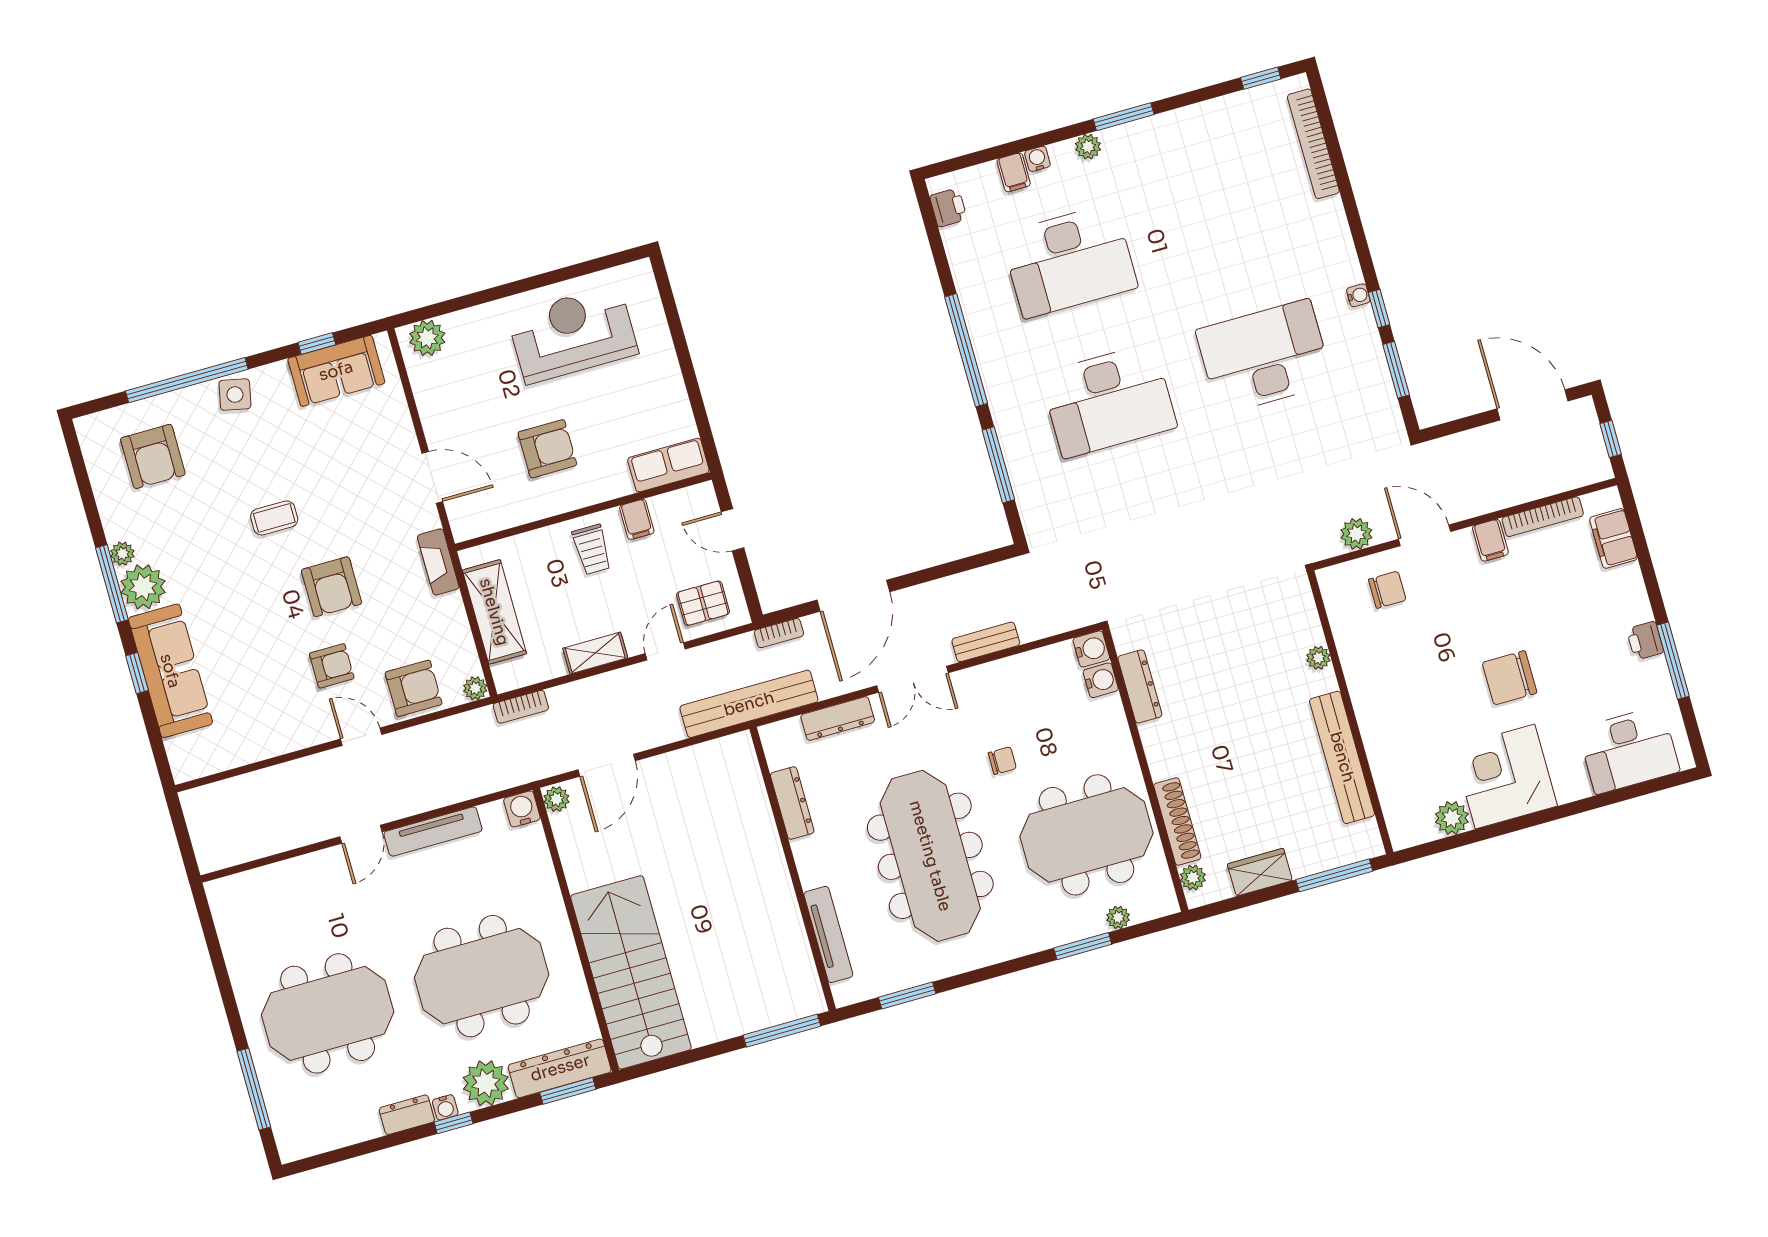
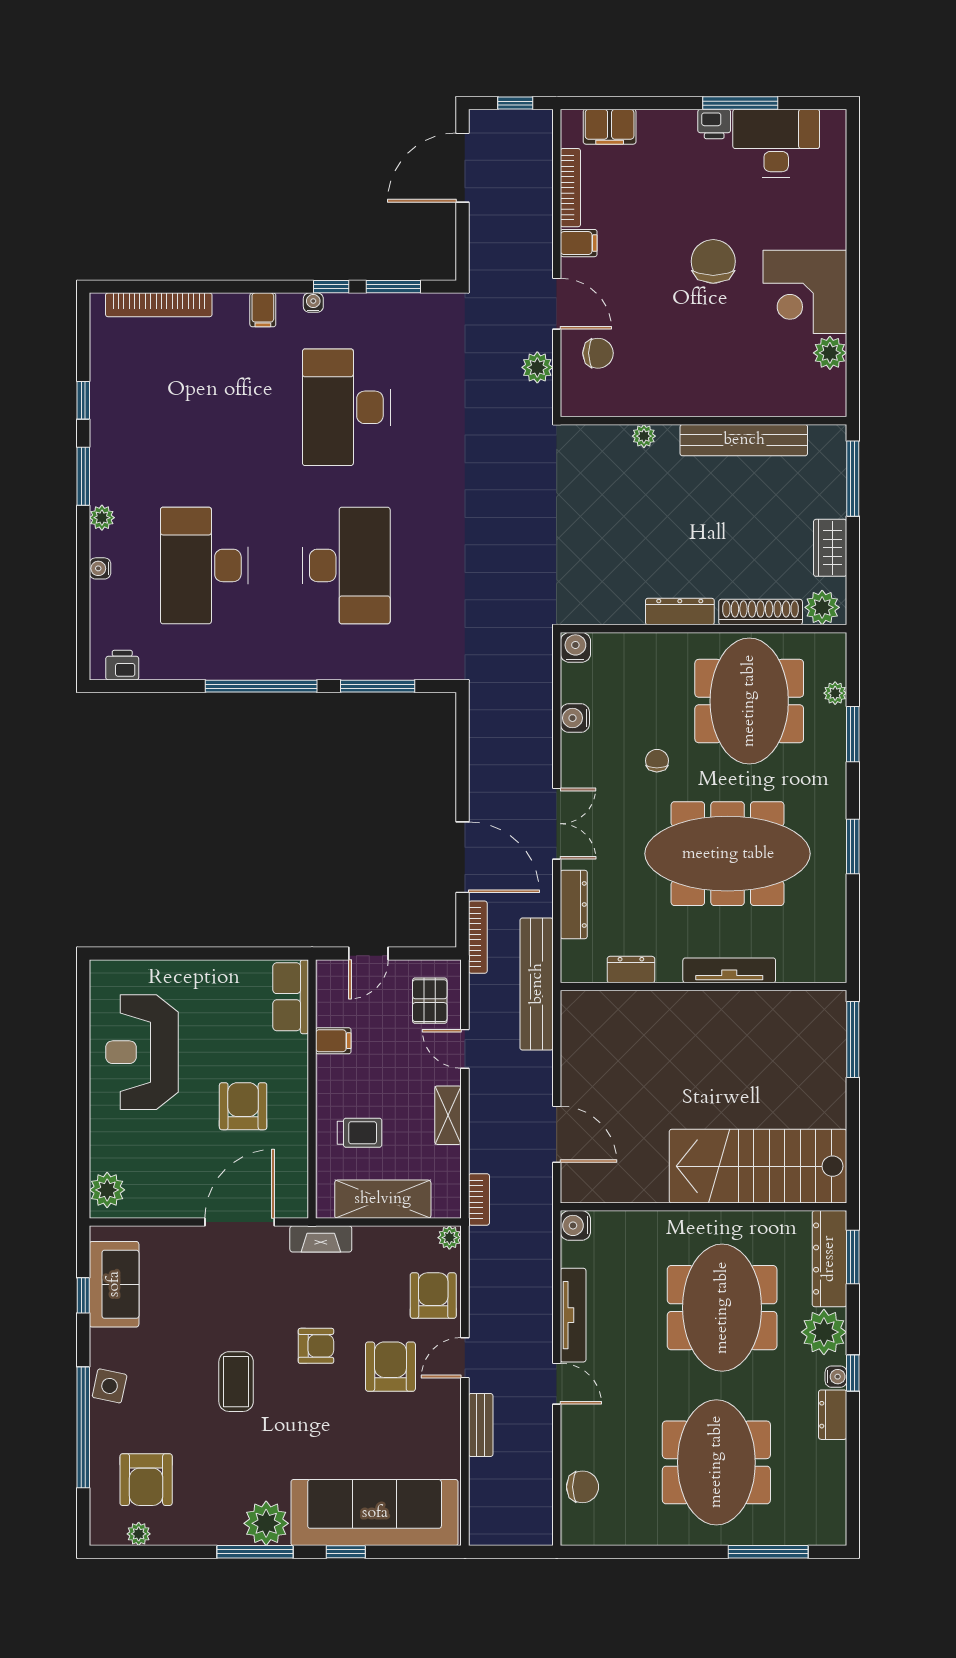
window: (1261, 78) -> (83, 400), moved
filing cabinet: (1014, 172) -> (263, 310), moved, turned 90
desk: (1069, 261) -> (204, 565), turned 180
armchair: (153, 456) -> (146, 1480), turned 90
door: (432, 477) -> (240, 1222), width x1.36
coffee table: (274, 518) -> (236, 1382), width x1.36, depth x1.30
door: (1425, 535) -> (557, 304), swing flipped
trolley: (592, 549) -> (360, 1133), moved
plant: (122, 554) -> (139, 1534), moved
armchair: (332, 587) -> (316, 1346), width x0.72, depth x0.72
chair: (1387, 590) -> (598, 353), turned 90
bookcase: (779, 633) -> (478, 937), width x1.56
bench: (986, 642) -> (481, 1425), moved
armchair: (332, 666) -> (390, 1367), width x1.38, depth x1.38
sofa: (170, 671) -> (375, 1513), width x1.36, depth x1.27
chair: (1510, 678) -> (713, 261), turned 180
water cooler: (1101, 680) -> (575, 718), moved, turned -90
dresser: (1140, 686) -> (680, 612), moved
desk: (1629, 750) -> (776, 143), moved, turned -90
plant: (556, 799) -> (575, 1190), removed
dresser: (792, 803) -> (631, 970), width x0.70
plant: (1193, 878) -> (822, 607), width x1.38, depth x1.38
chair: (267, 888) -> (583, 1487), added
tv unit: (828, 934) -> (729, 970), moved
window: (907, 995) -> (853, 847), moved

